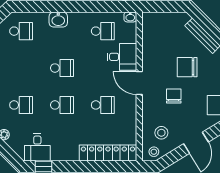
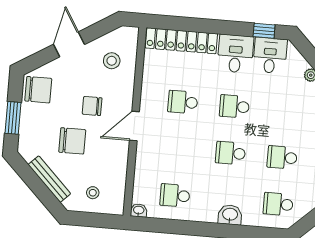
desk: (122, 57) -> (235, 54), moved, turned 90
door: (139, 83) -> (134, 126), swing flipped
chair: (174, 96) -> (92, 106), turned 90
school desk: (21, 105) -> (282, 157), moved
stool: (154, 152) -> (93, 193), moved

